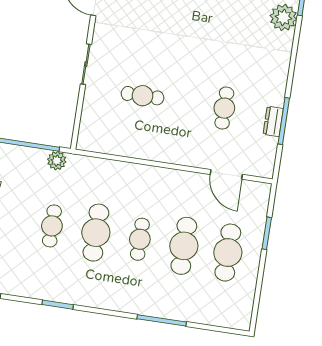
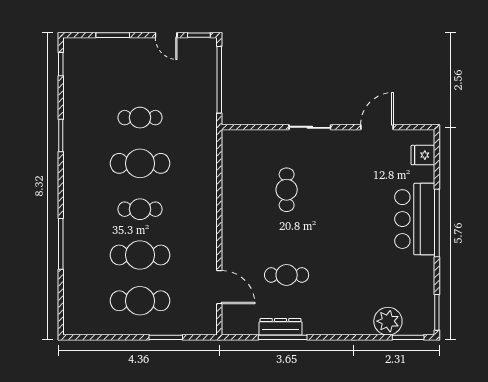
dresser: (273, 121) -> (281, 327), width x1.44
plant: (57, 161) -> (207, 112), removed
door: (226, 174) -> (219, 287), swing flipped

